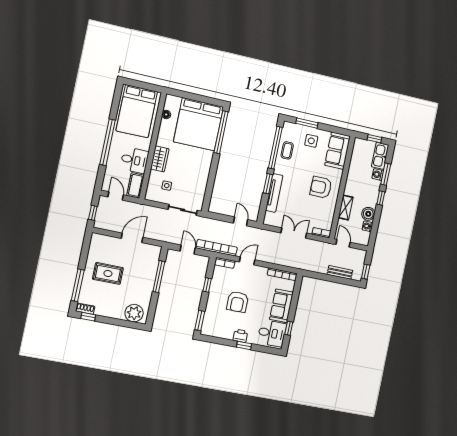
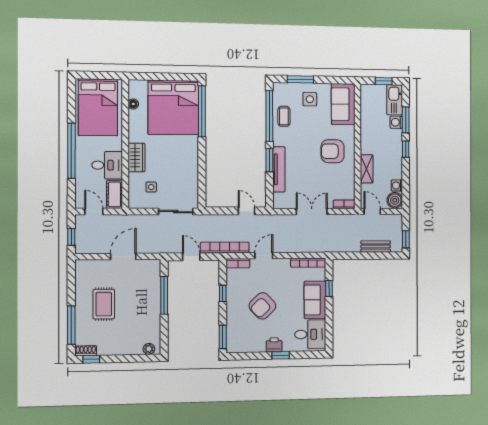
boiler: (368, 214) -> (395, 200), moved
rug: (108, 273) -> (104, 304), turned 90
armchair: (238, 302) -> (262, 306), turned 46
plant: (134, 313) -> (149, 349), width x0.53, depth x0.53
window: (289, 328) -> (329, 288), moved

